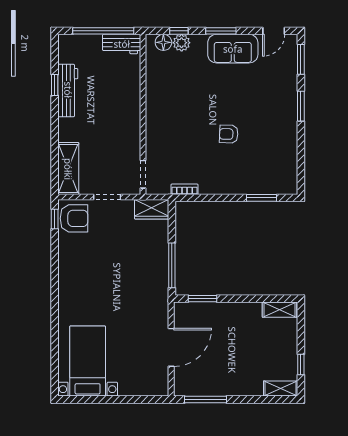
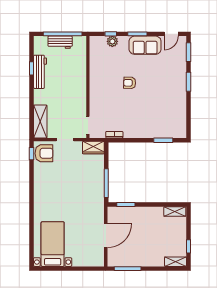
floor lamp: (163, 42) -> (101, 41), removed
workbench: (122, 44) -> (60, 42), moved
armchair: (229, 134) -> (130, 83), moved

